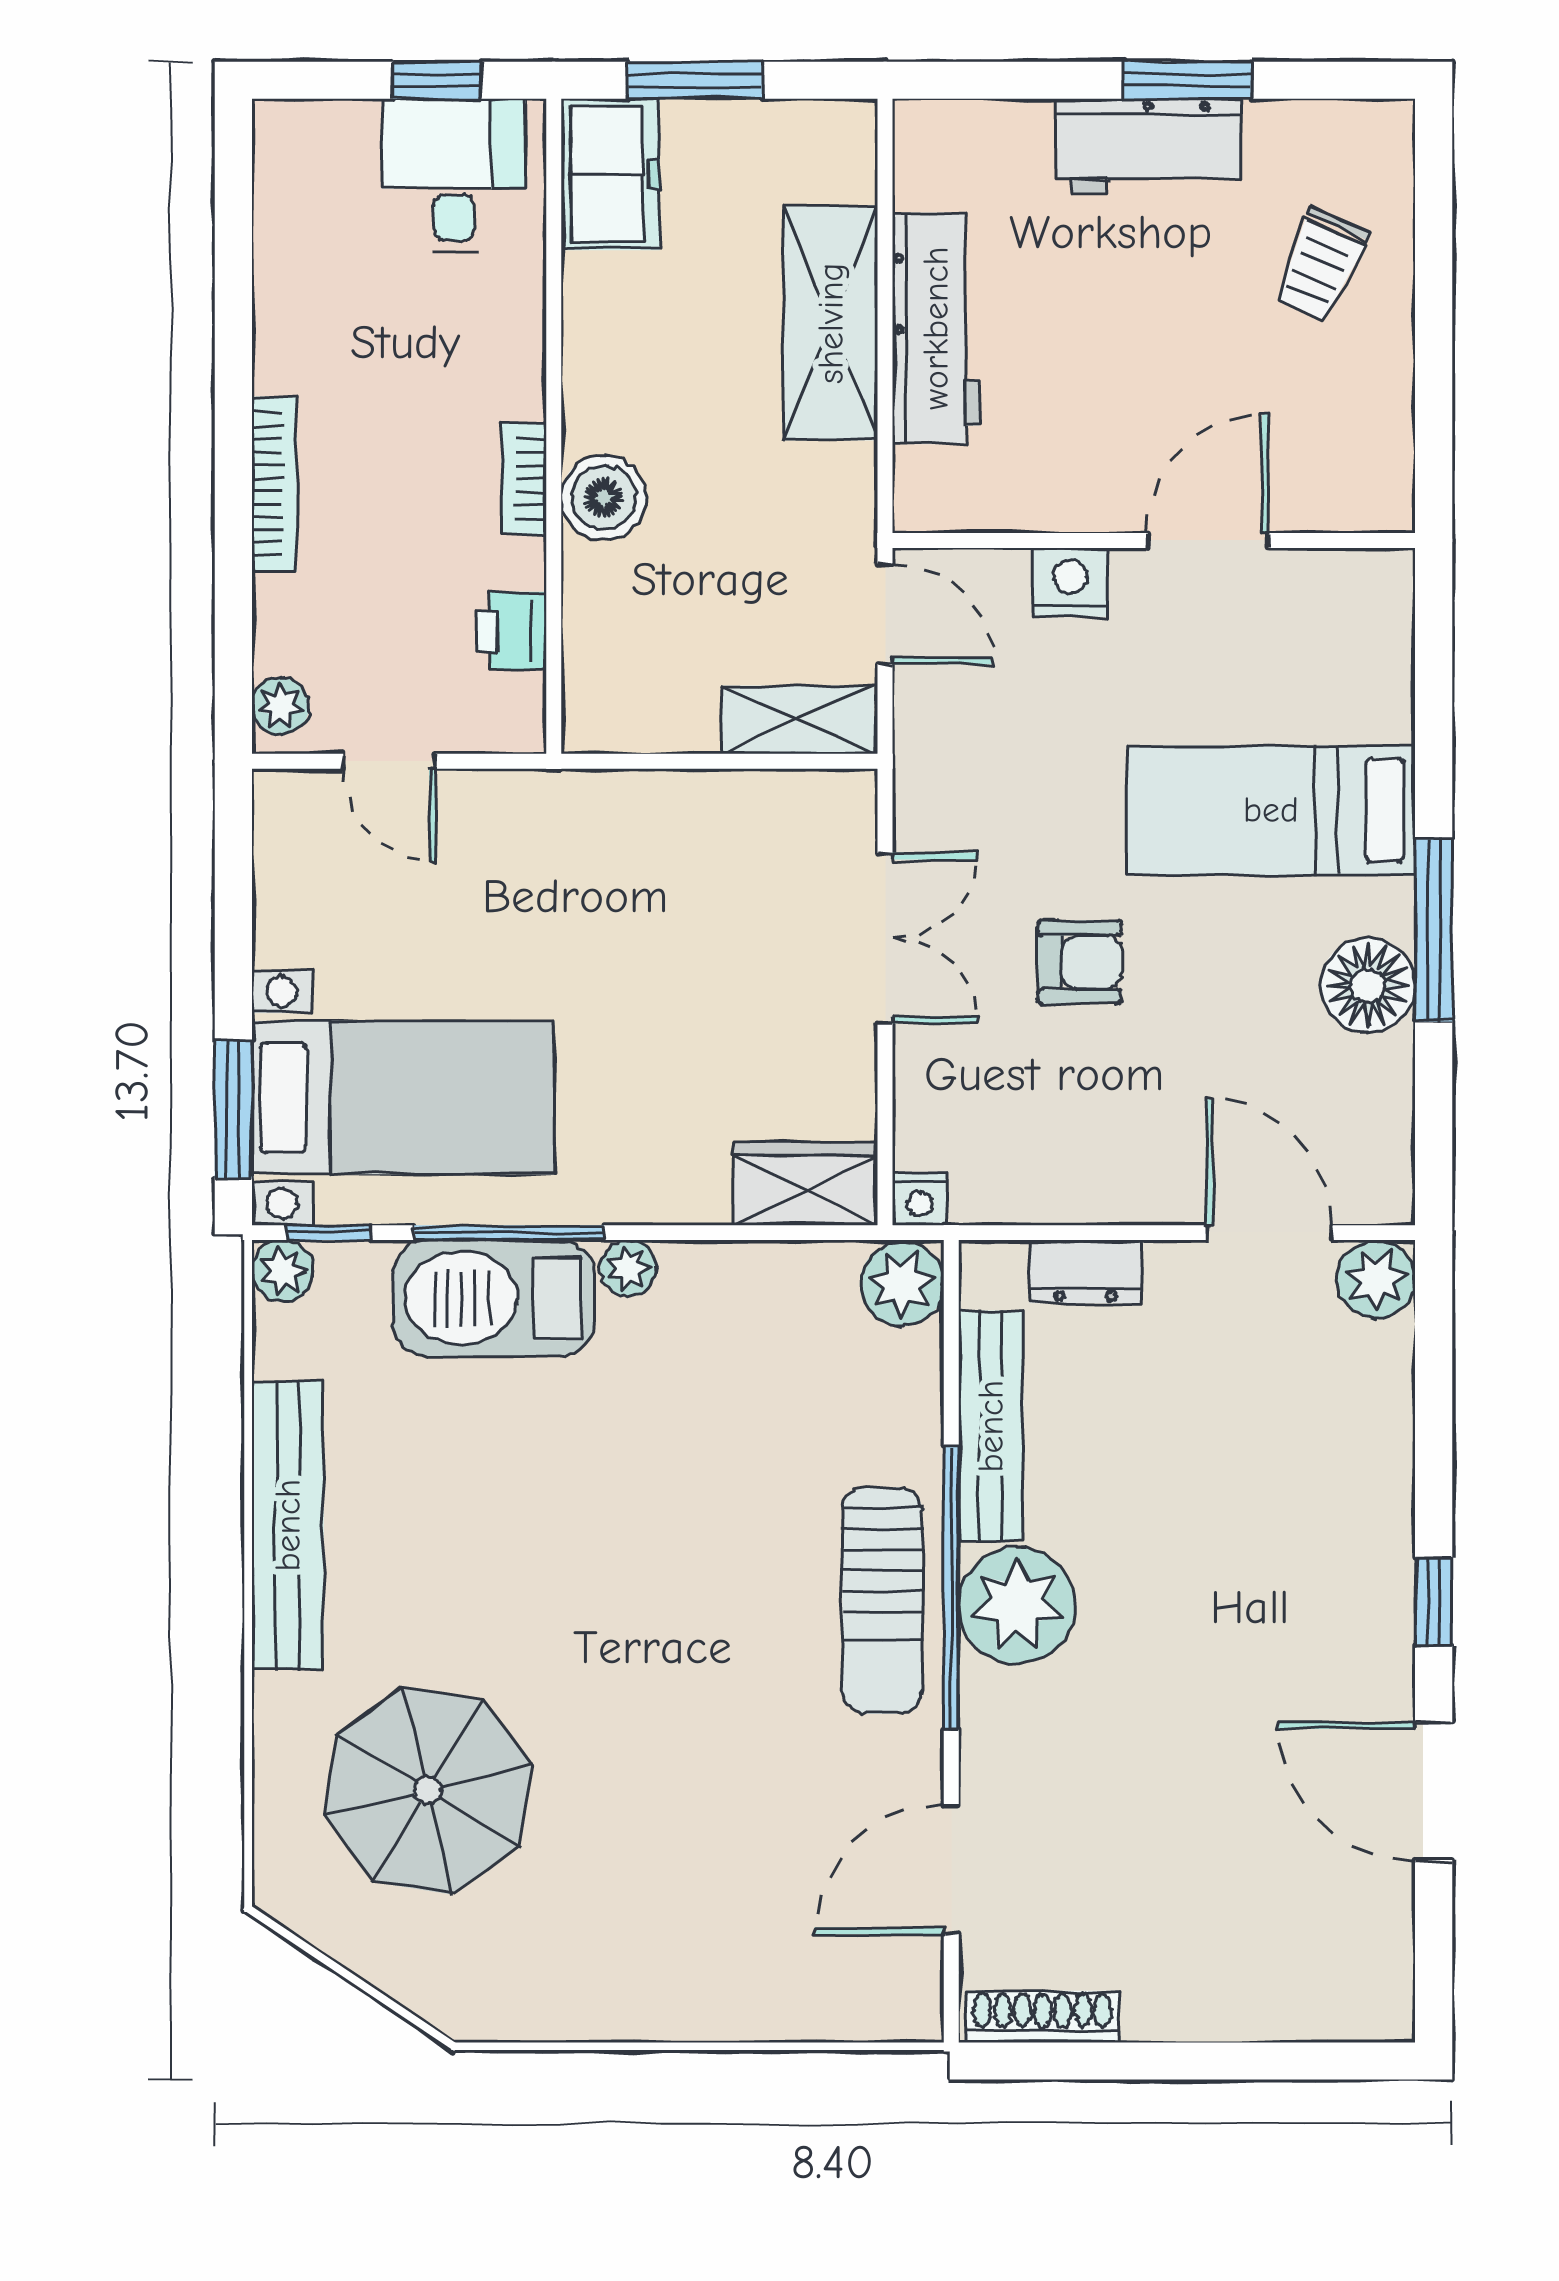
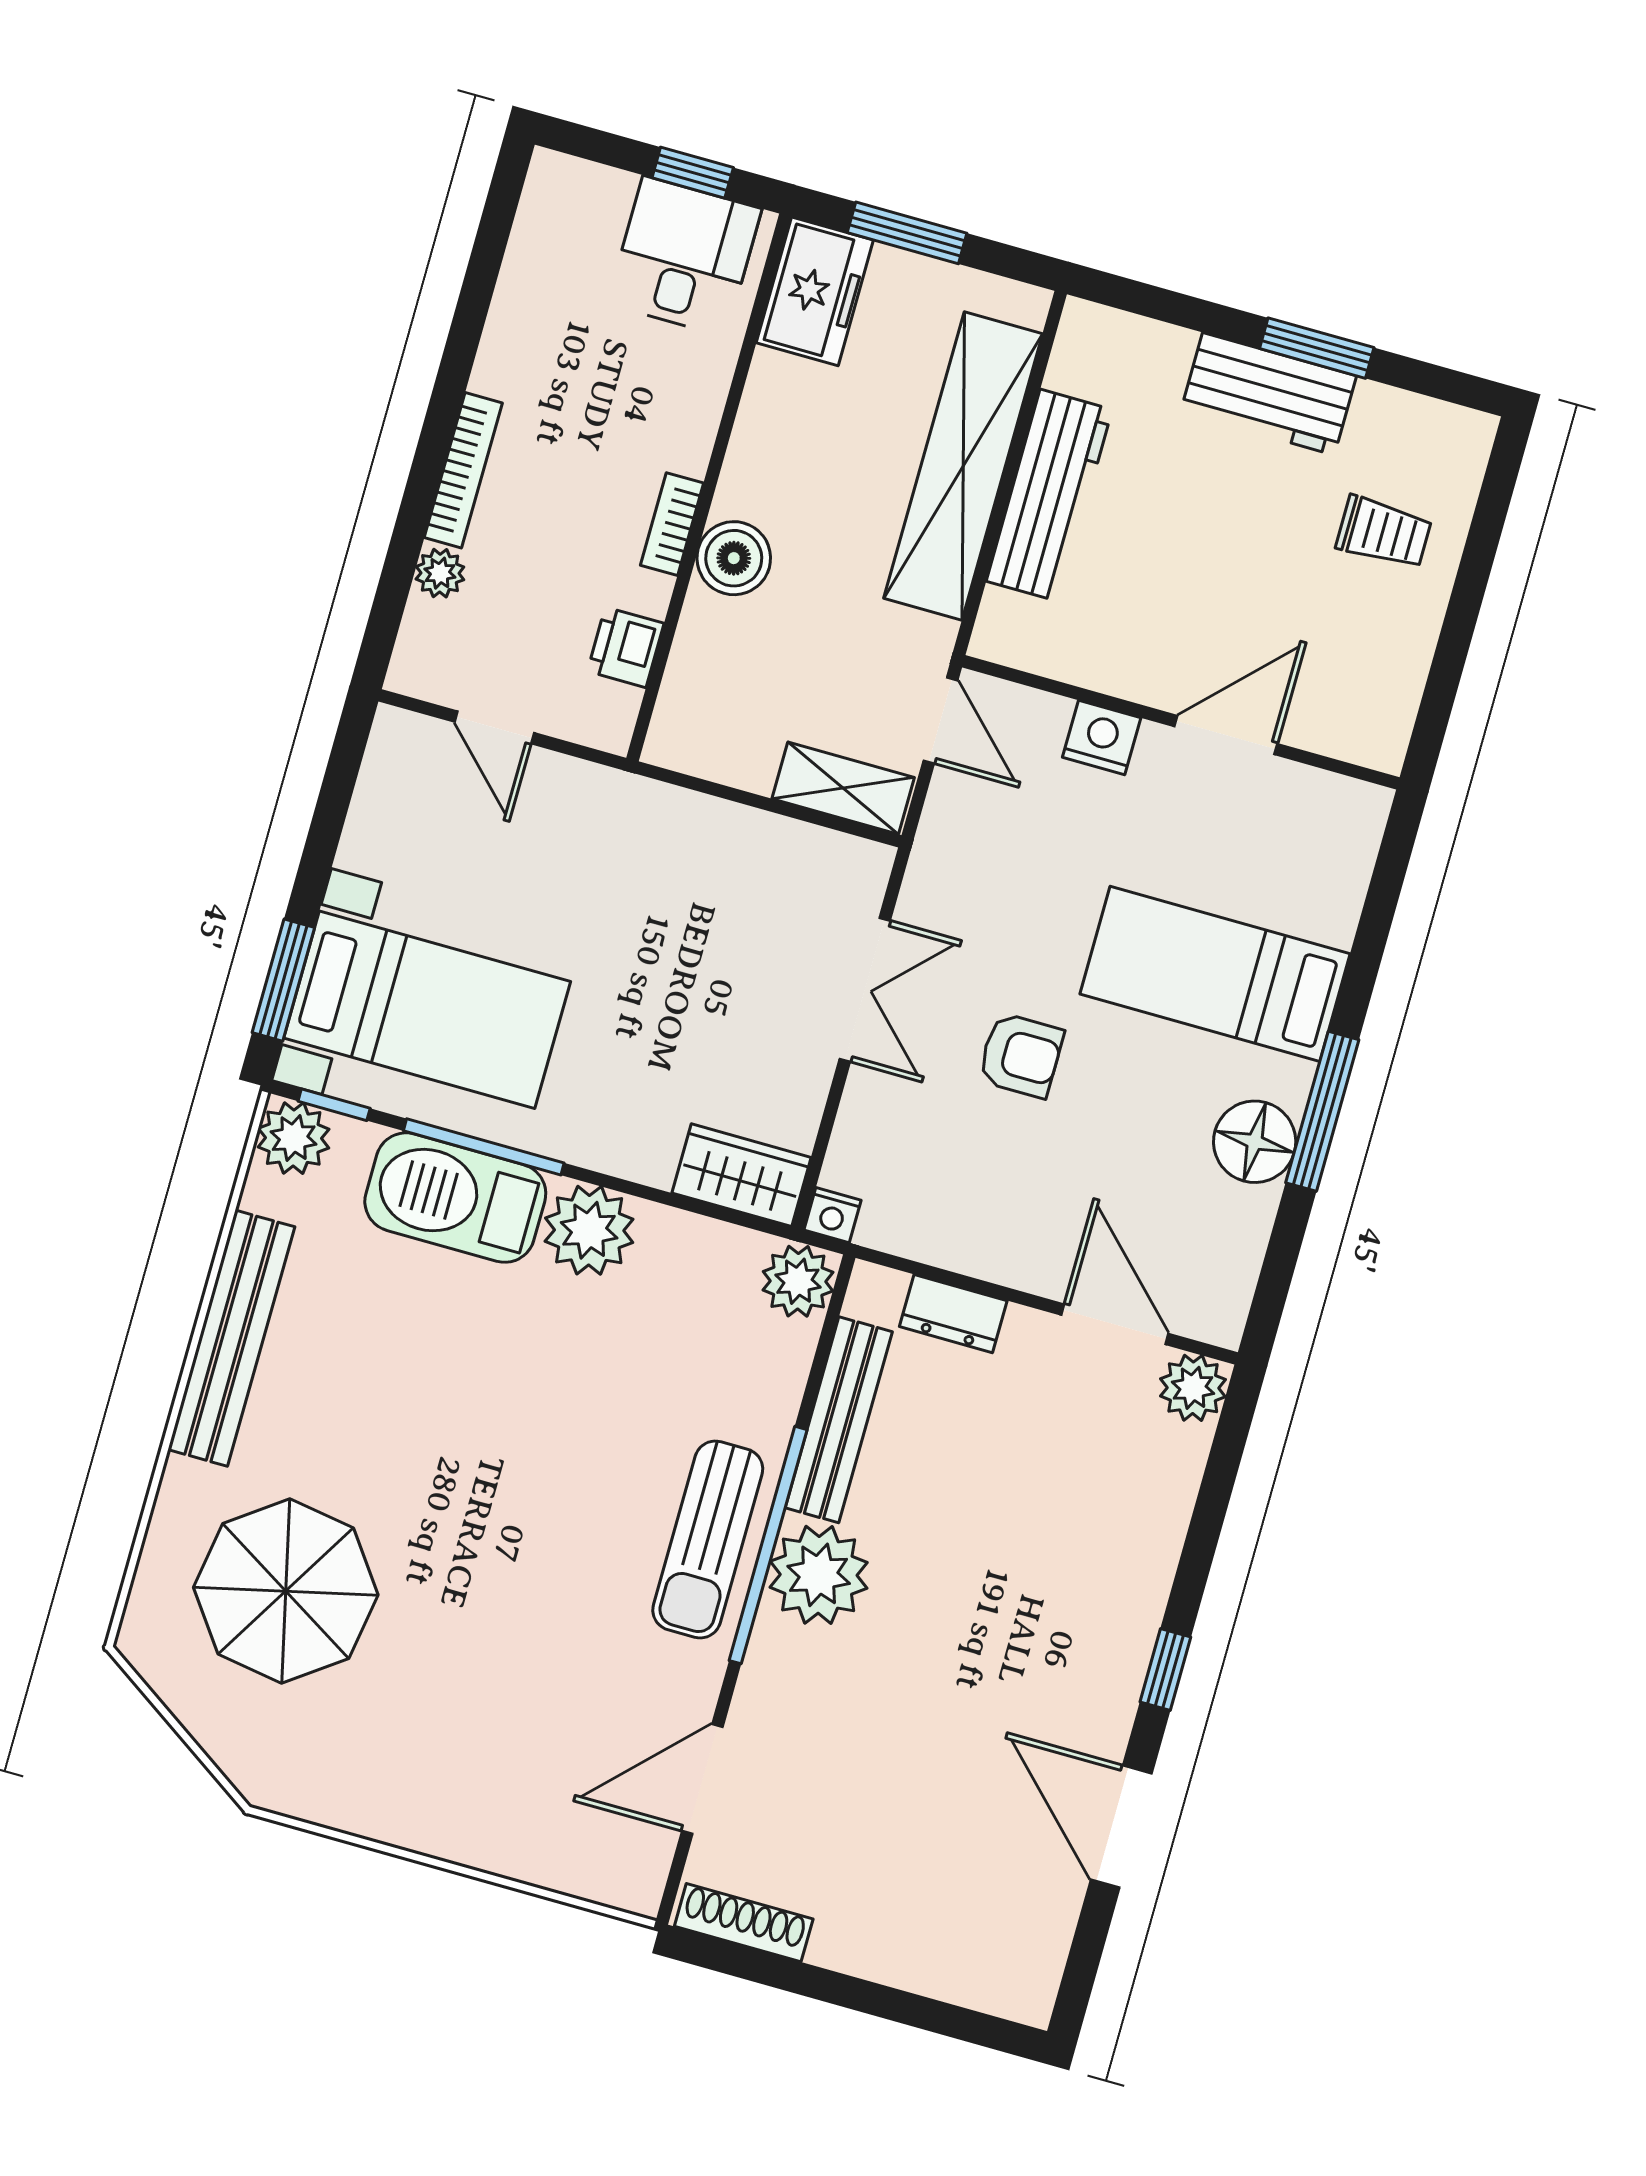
trolley: (1321, 265) -> (1384, 532), turned -114
shelving: (831, 323) -> (963, 466), width x1.47
plant: (280, 706) -> (440, 573), moved
plant: (628, 1268) -> (589, 1230), width x1.88, depth x1.88
plant: (283, 1271) -> (294, 1138), width x1.38, depth x1.38

